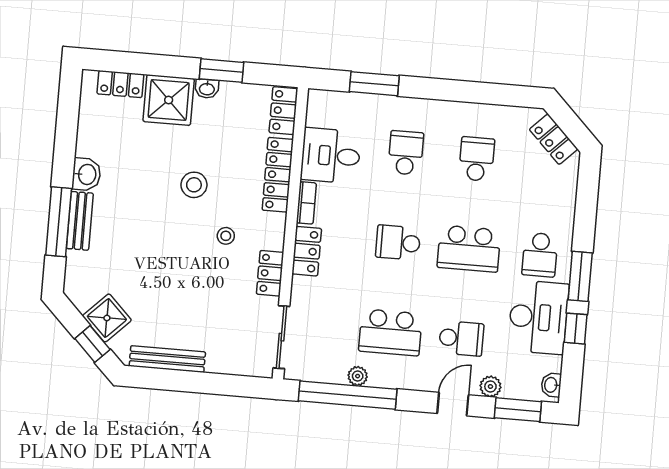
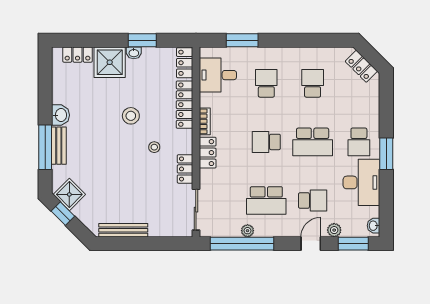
desk: (331, 156) -> (218, 75), moved
shower: (107, 318) -> (69, 194), moved
window: (576, 329) -> (386, 188), removed
window: (92, 344) -> (63, 214), moved

